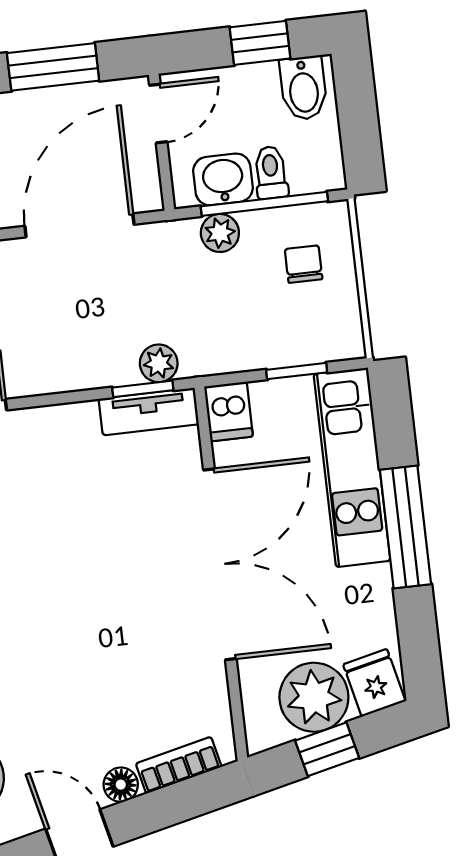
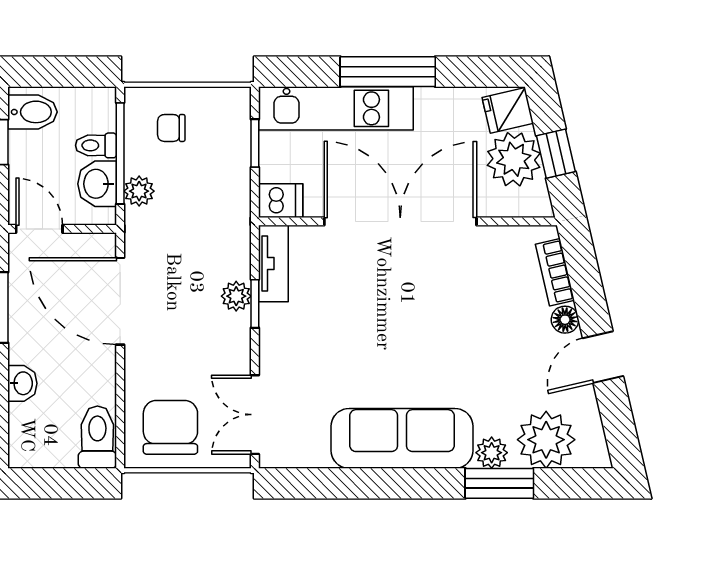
plant: (159, 363) -> (236, 296), moved
window: (143, 389) -> (255, 304), moved

